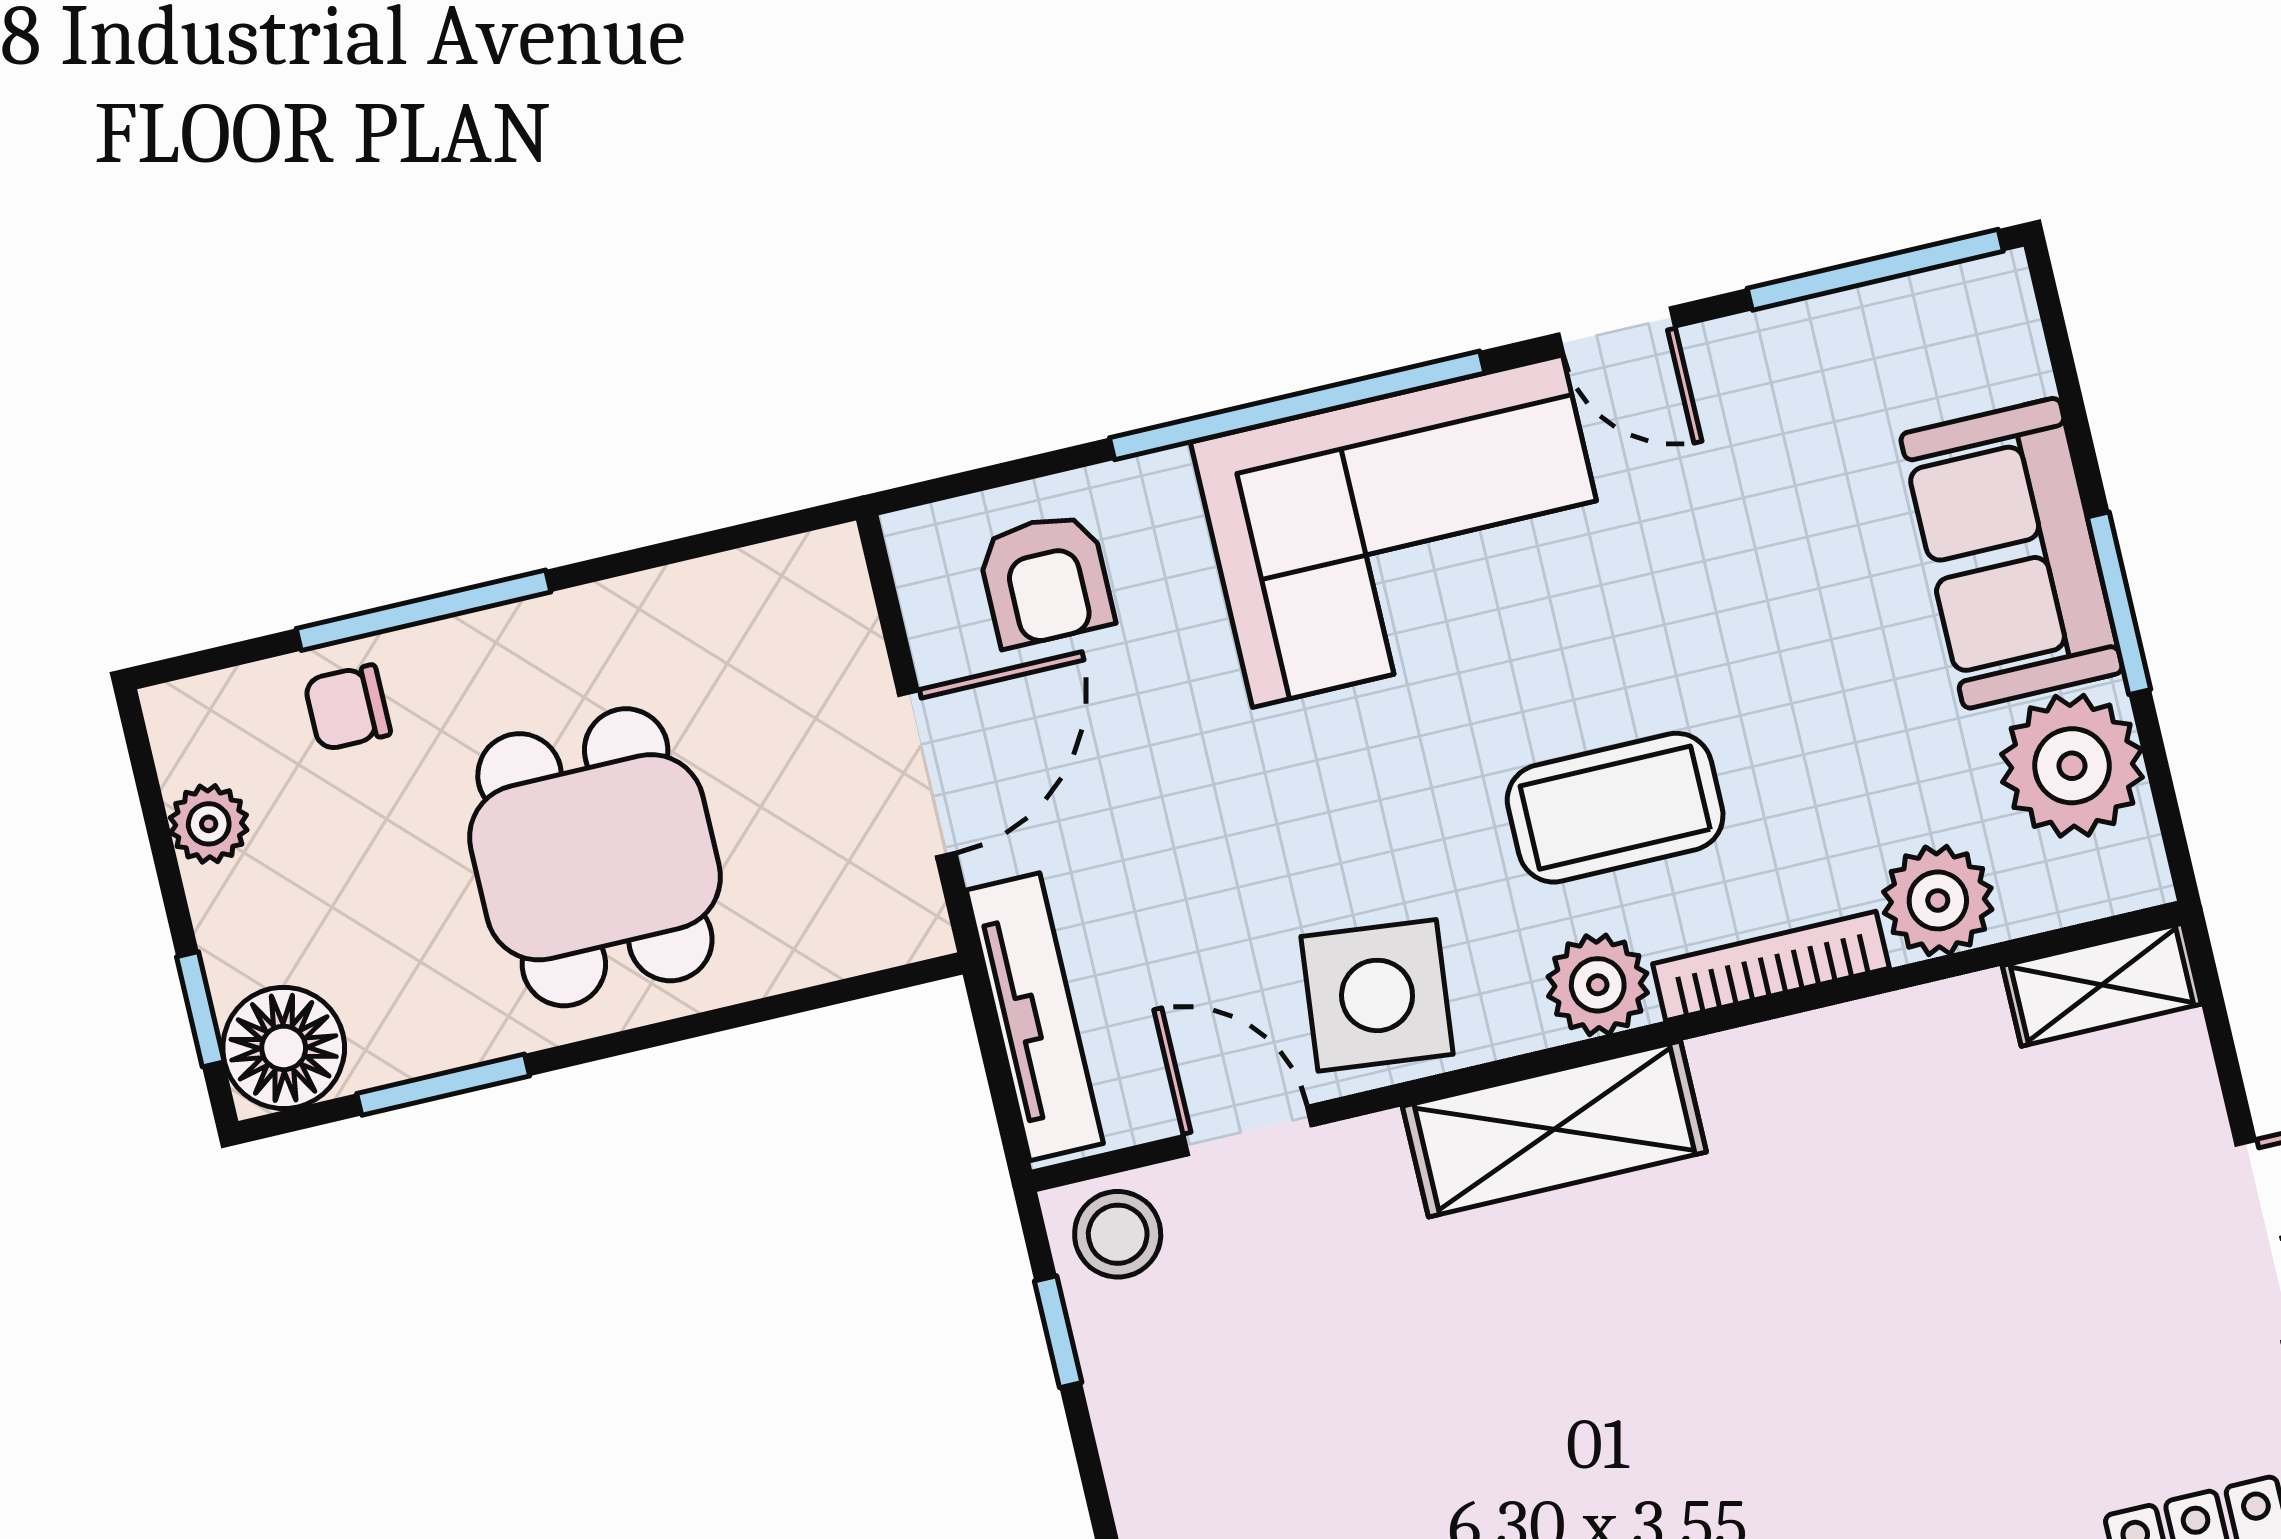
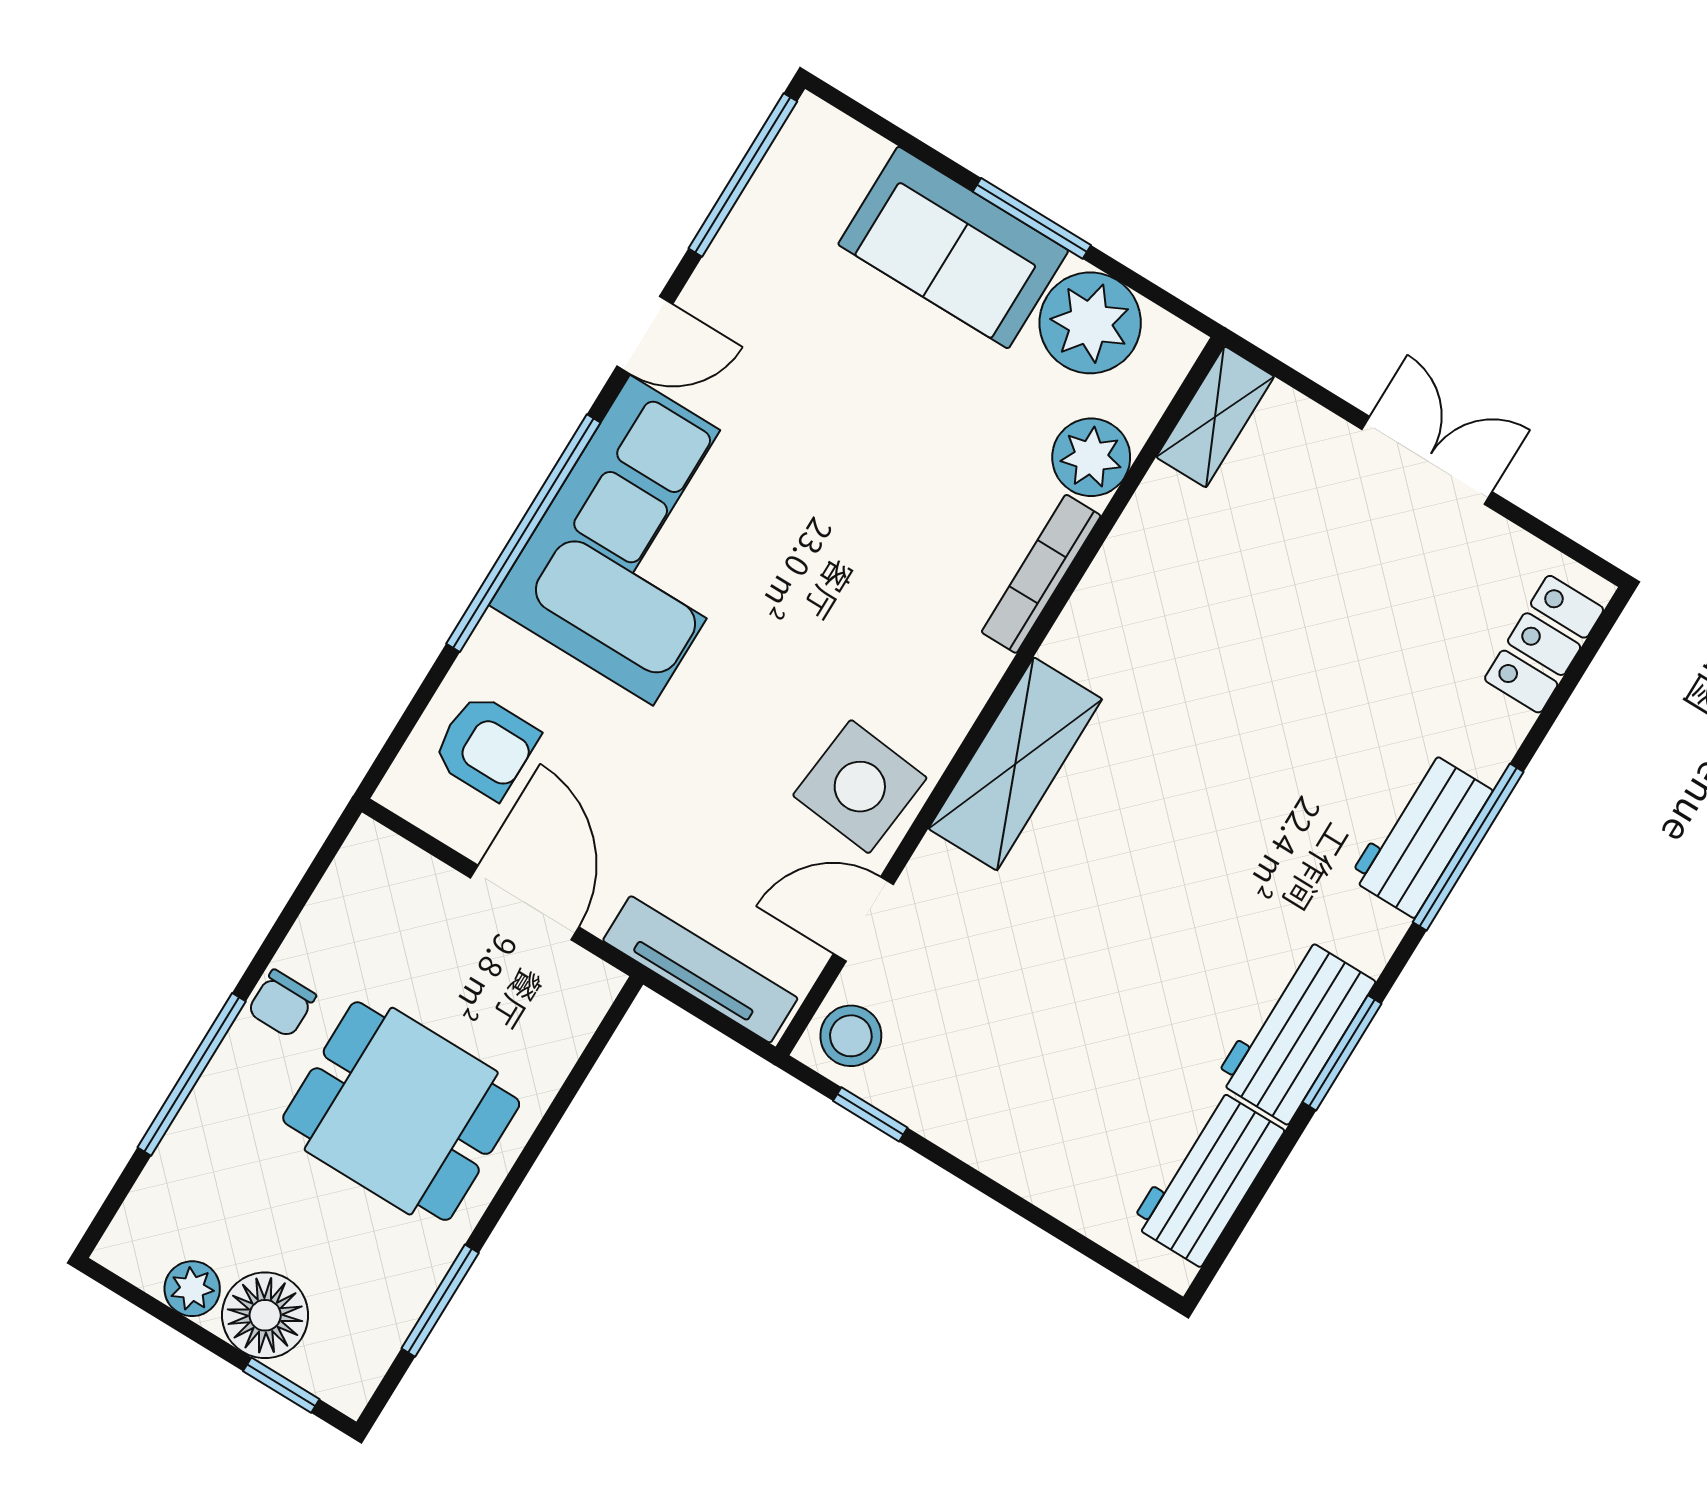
chair: (347, 708) -> (282, 1004), moved
coffee table: (1615, 808) -> (884, 573), removed
plant: (1598, 985) -> (964, 670), removed
floor lamp: (284, 1048) -> (265, 1315), moved

